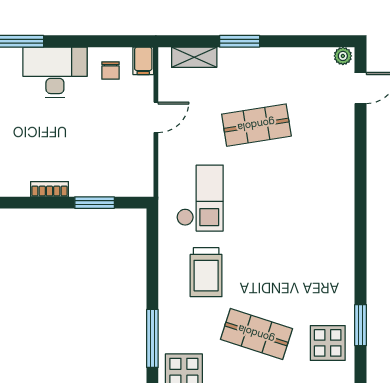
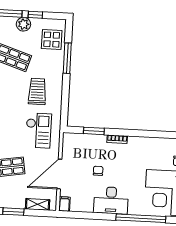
chair: (111, 70) -> (98, 171), moved
door: (156, 117) -> (59, 174), width x1.88
checkout: (200, 198) -> (38, 130), turned 180

